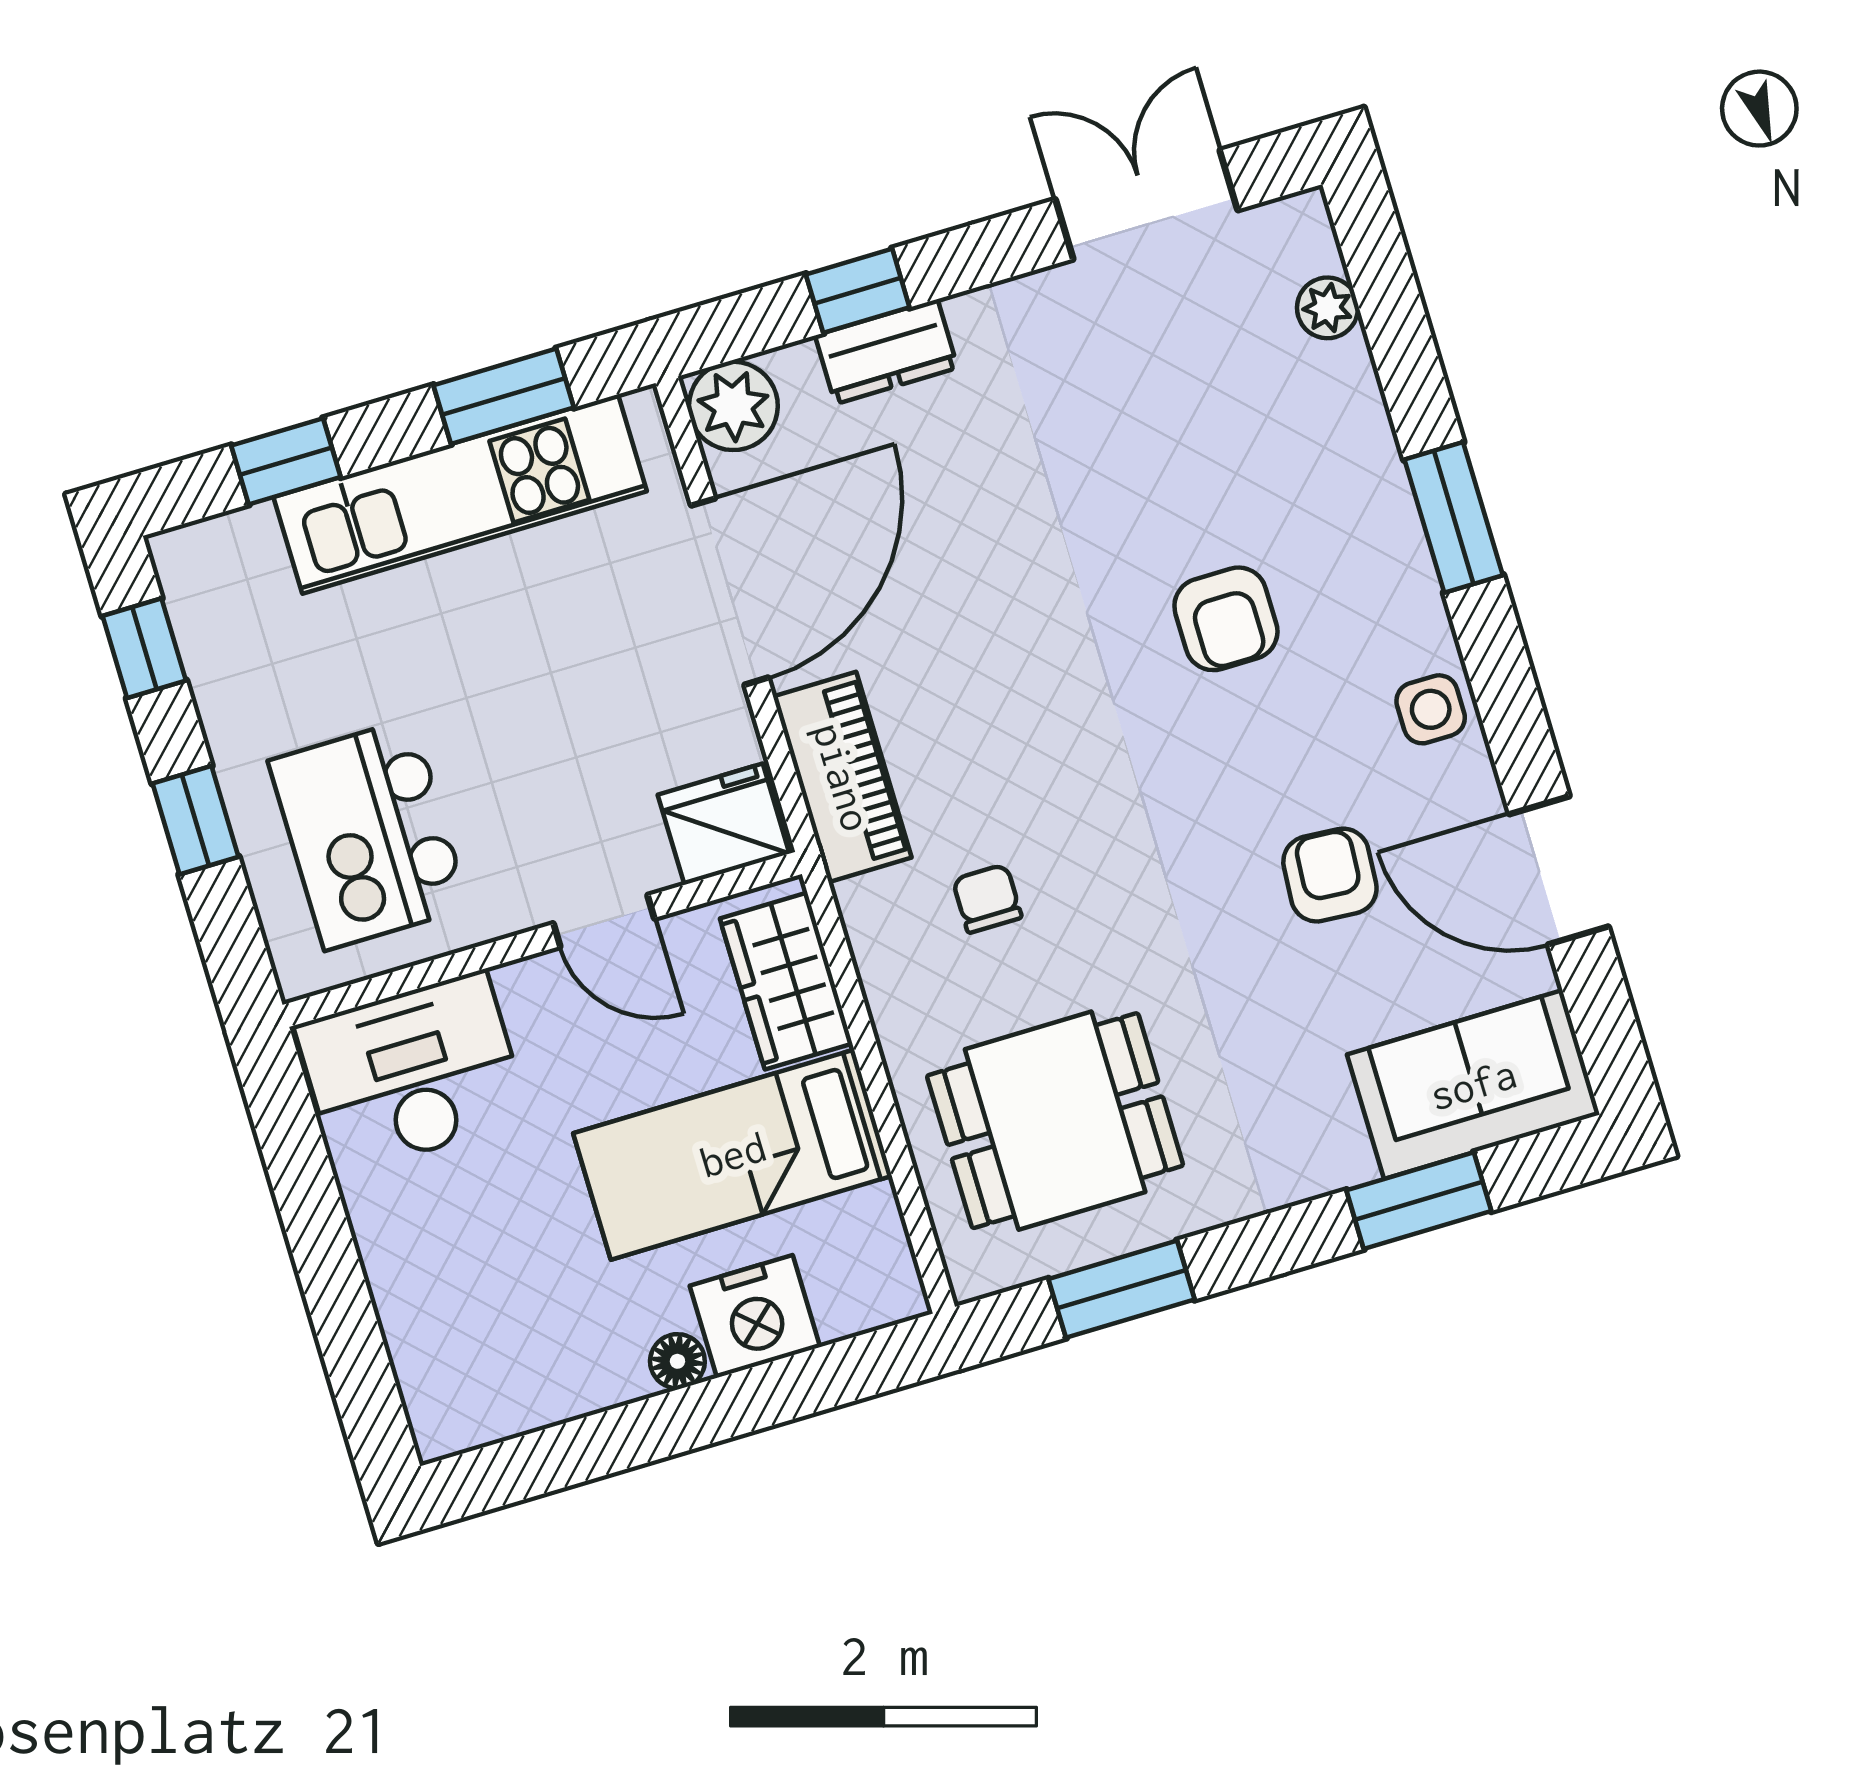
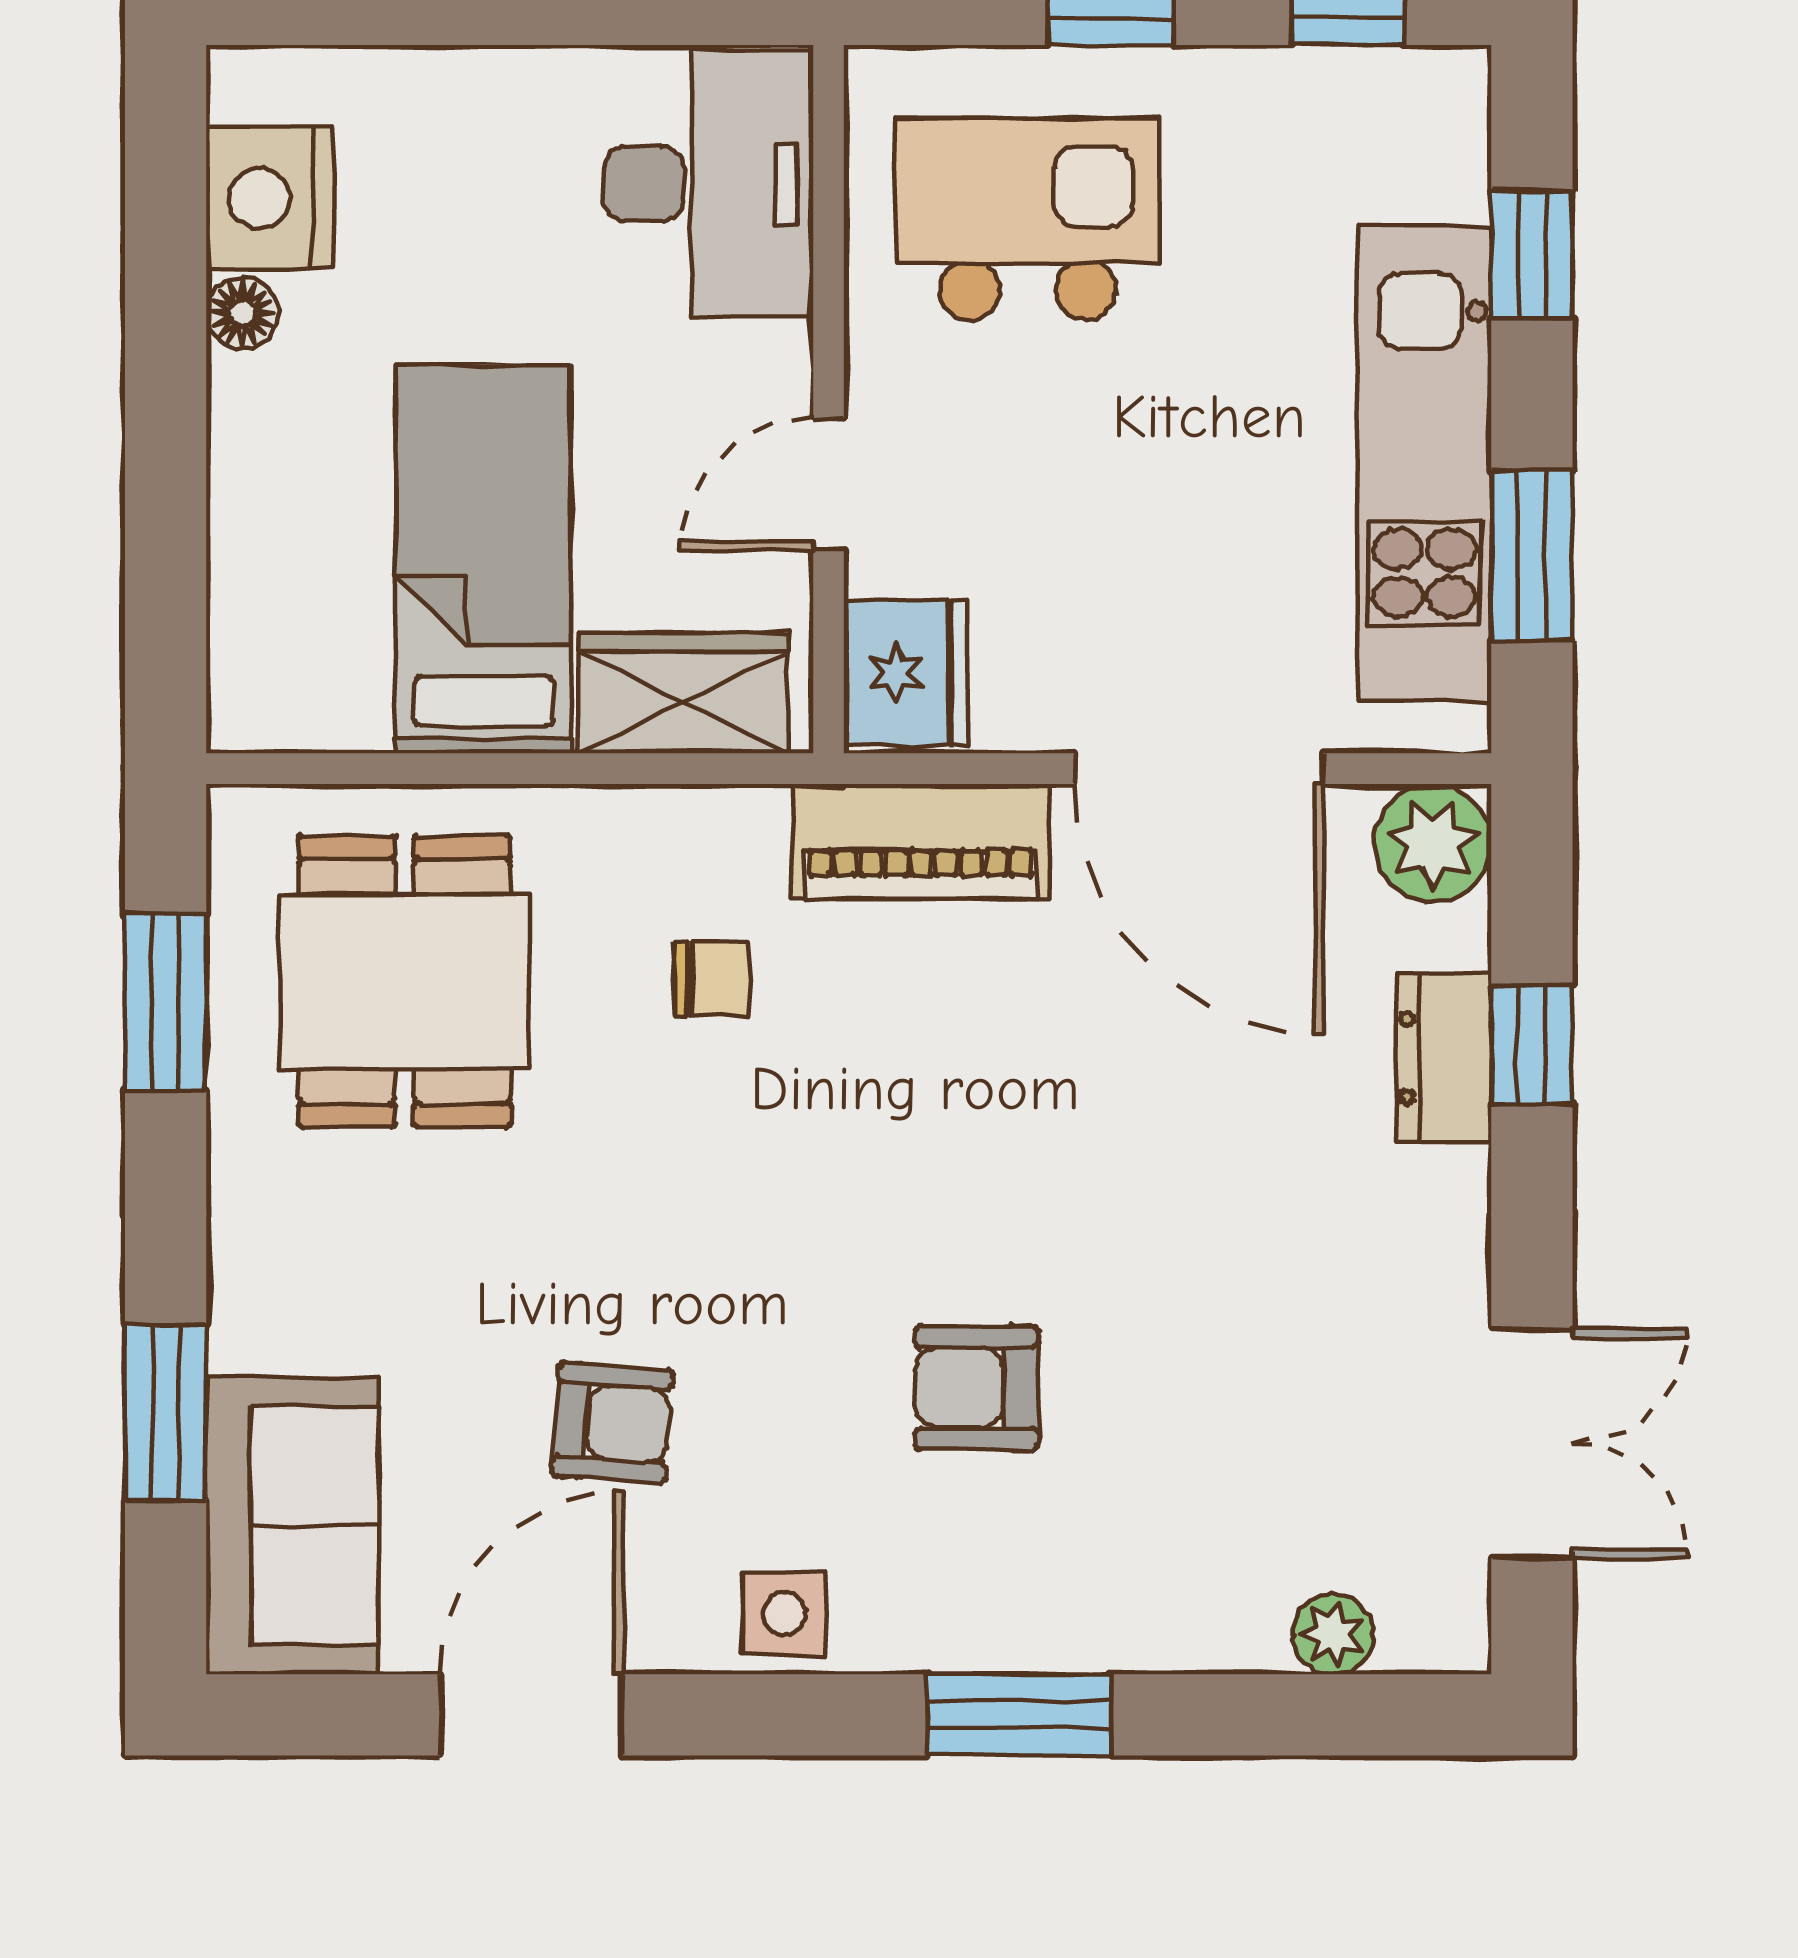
nightstand: (755, 1316) -> (270, 198), moved
floor lamp: (677, 1361) -> (242, 313), moved

